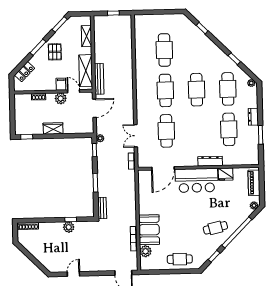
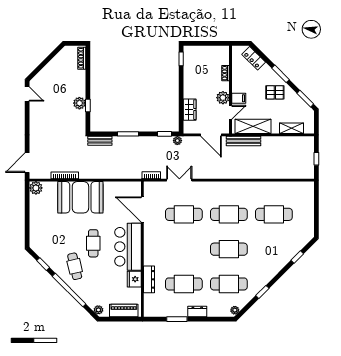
wardrobe: (53, 129) -> (190, 110), moved
dresser: (210, 161) -> (149, 279), moved
booth: (149, 230) -> (80, 197), width x1.36, depth x1.42
plant: (146, 251) -> (36, 188), moved
cafe table: (180, 259) -> (93, 243), moved
door: (73, 274) -> (27, 94), moved

